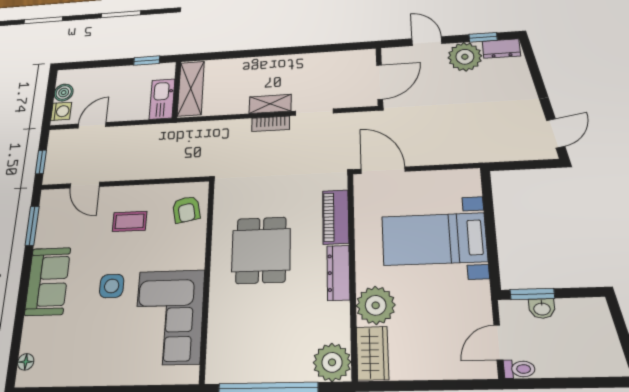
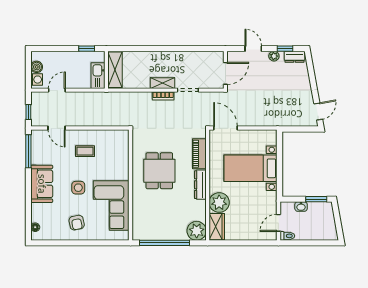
plant: (465, 57) -> (274, 56), width x0.53, depth x0.53
armchair: (186, 209) -> (77, 223), moved
window: (32, 226) -> (28, 151), width x1.44
window: (532, 294) -> (316, 199), moved

